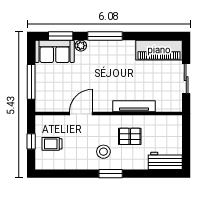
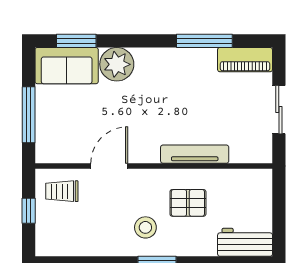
window: (105, 36) -> (204, 41), moved
plant: (81, 46) -> (117, 64), width x1.88, depth x1.88
piano: (159, 50) -> (245, 60), width x0.73, depth x0.75
trolley: (52, 144) -> (62, 191), moved

